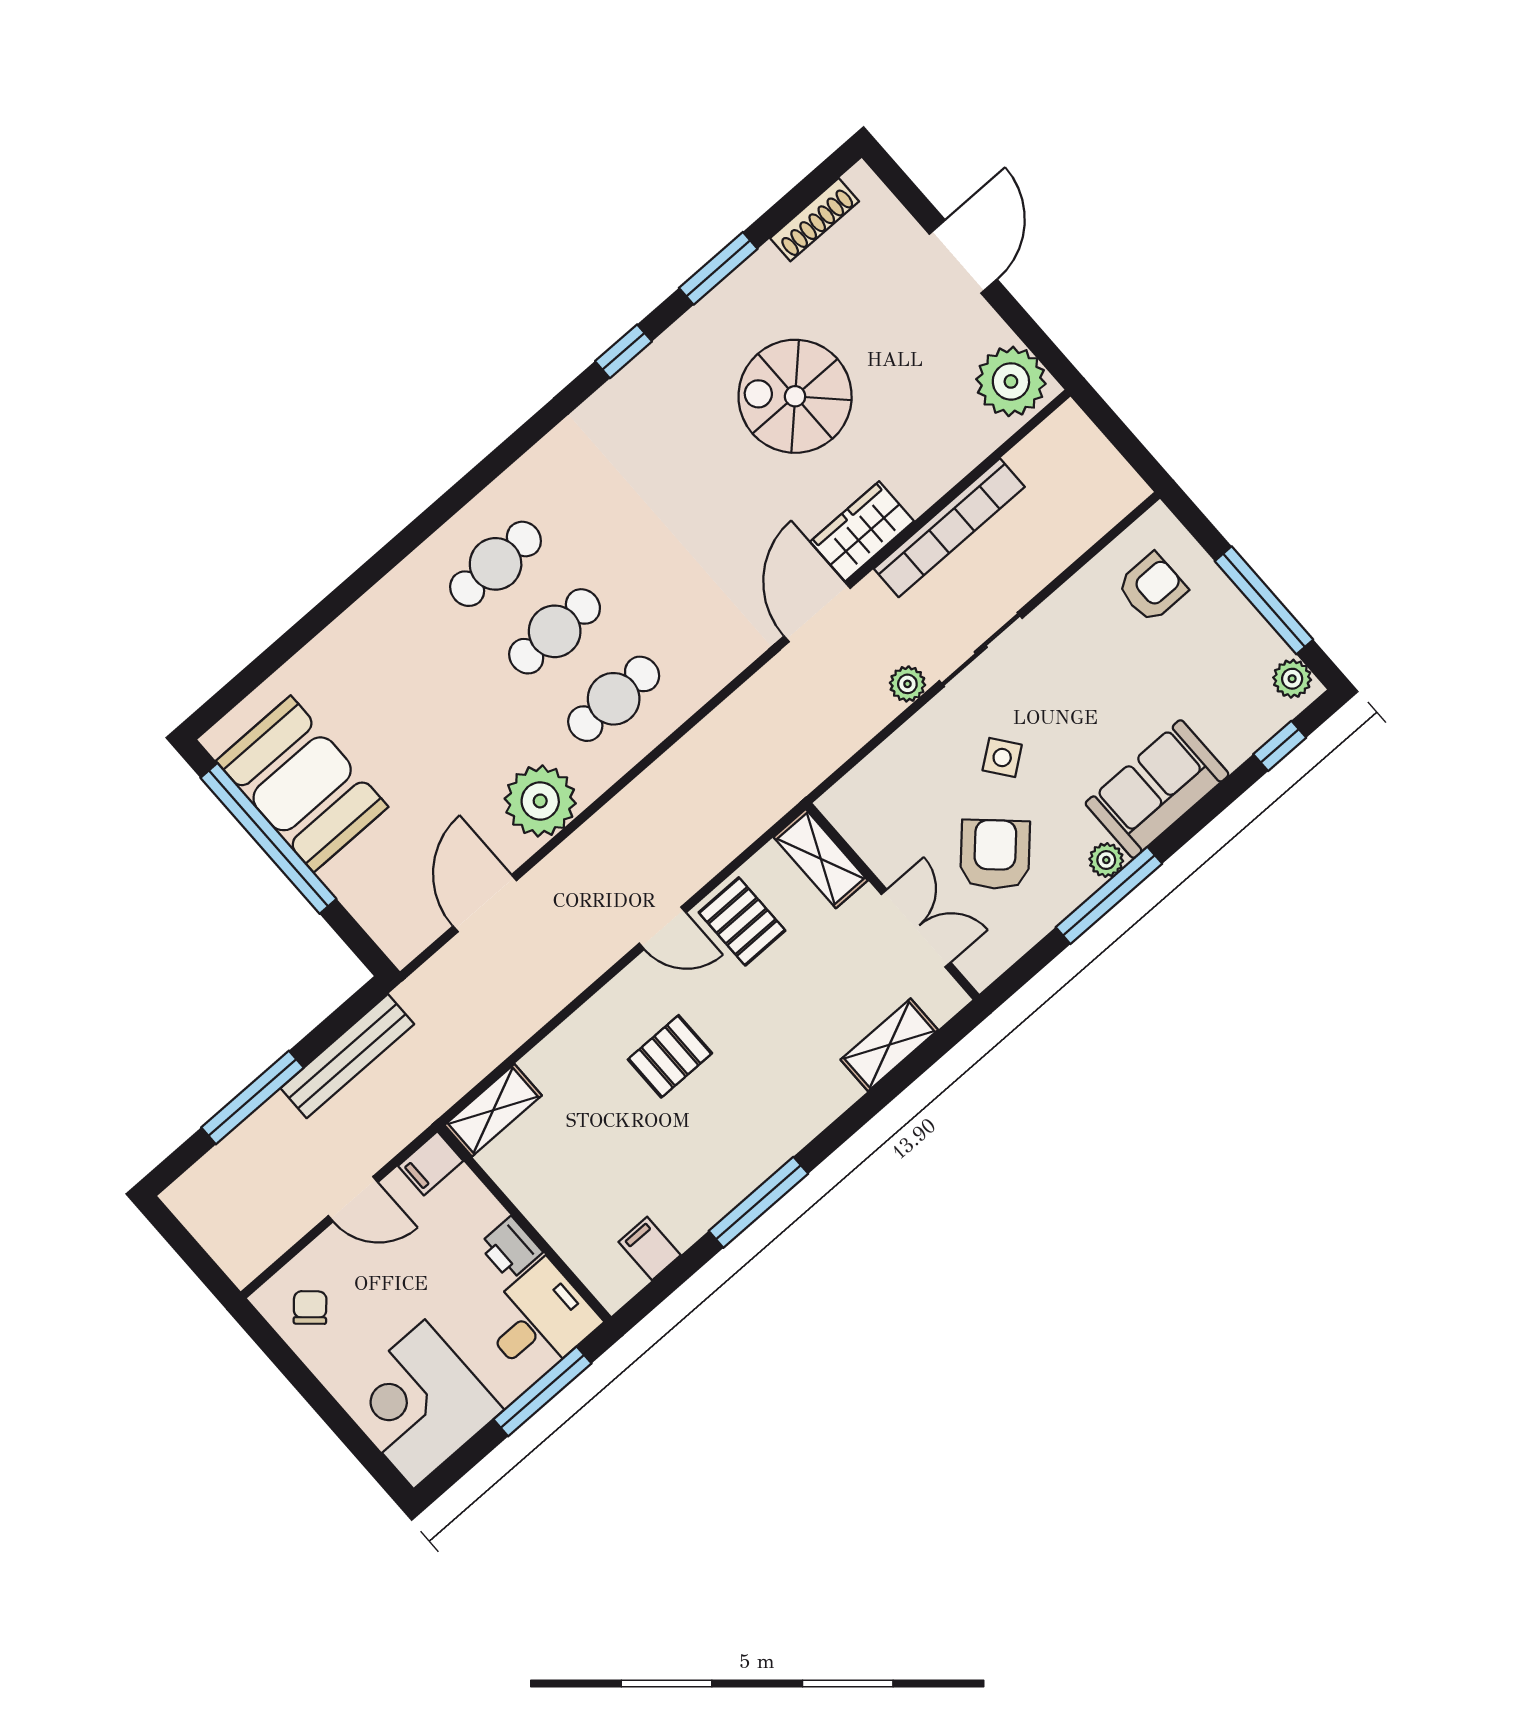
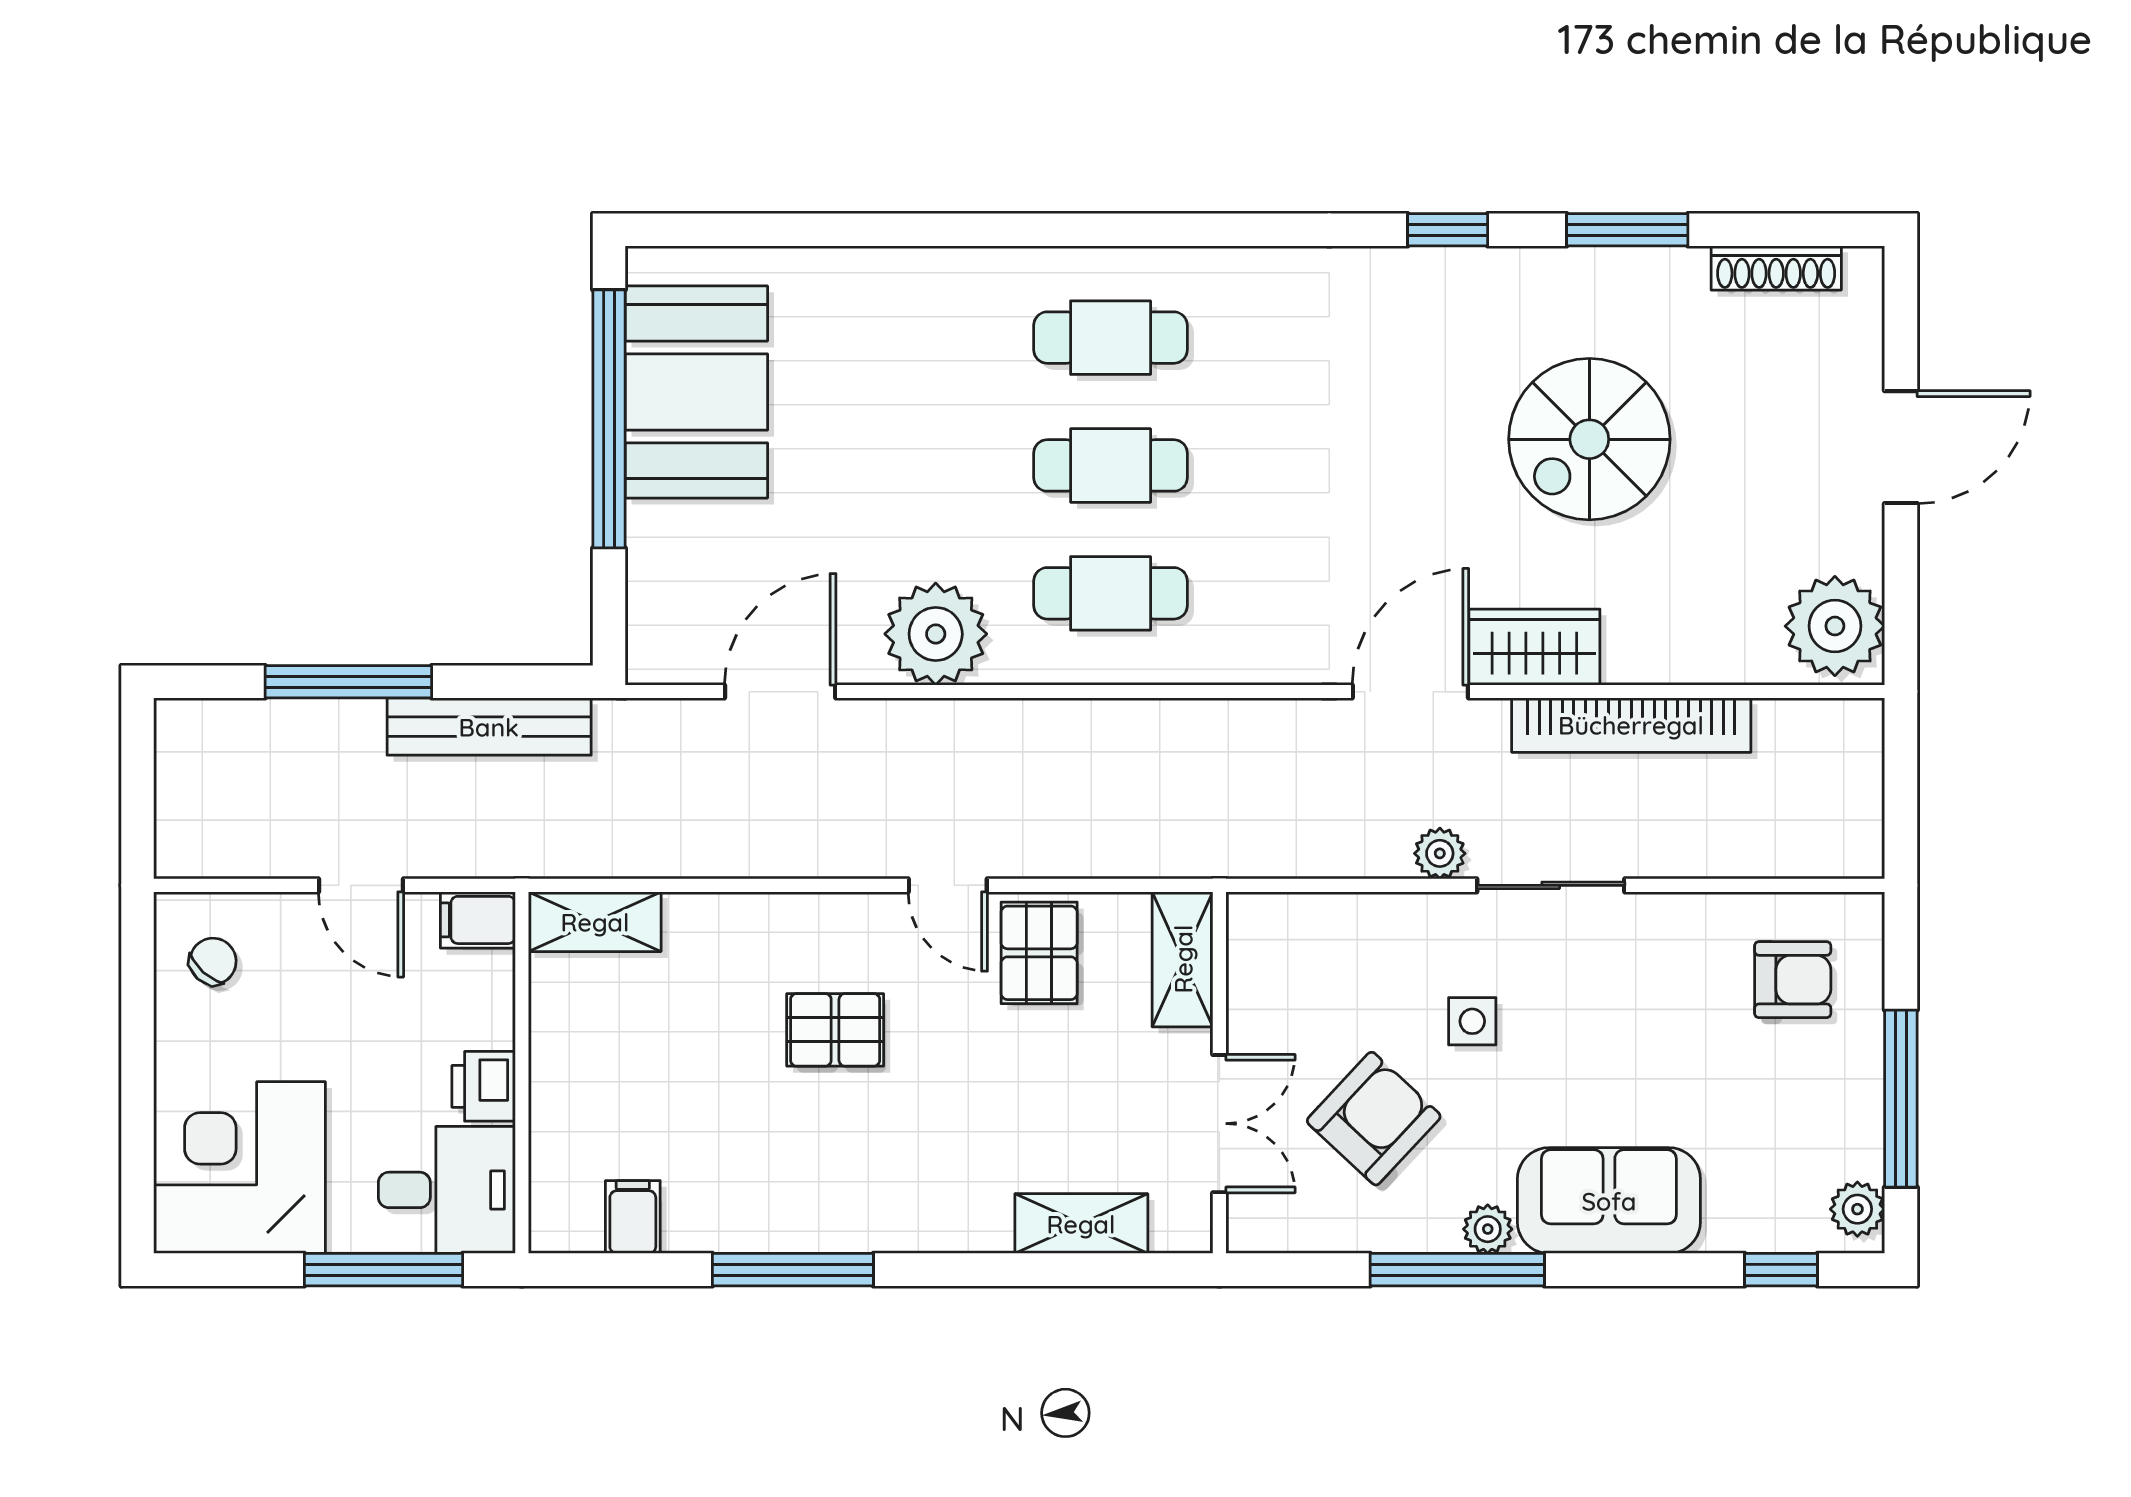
spiral stairs: (795, 396) -> (1589, 439), turned -90
side table: (1002, 758) -> (1472, 1021), turned 37

